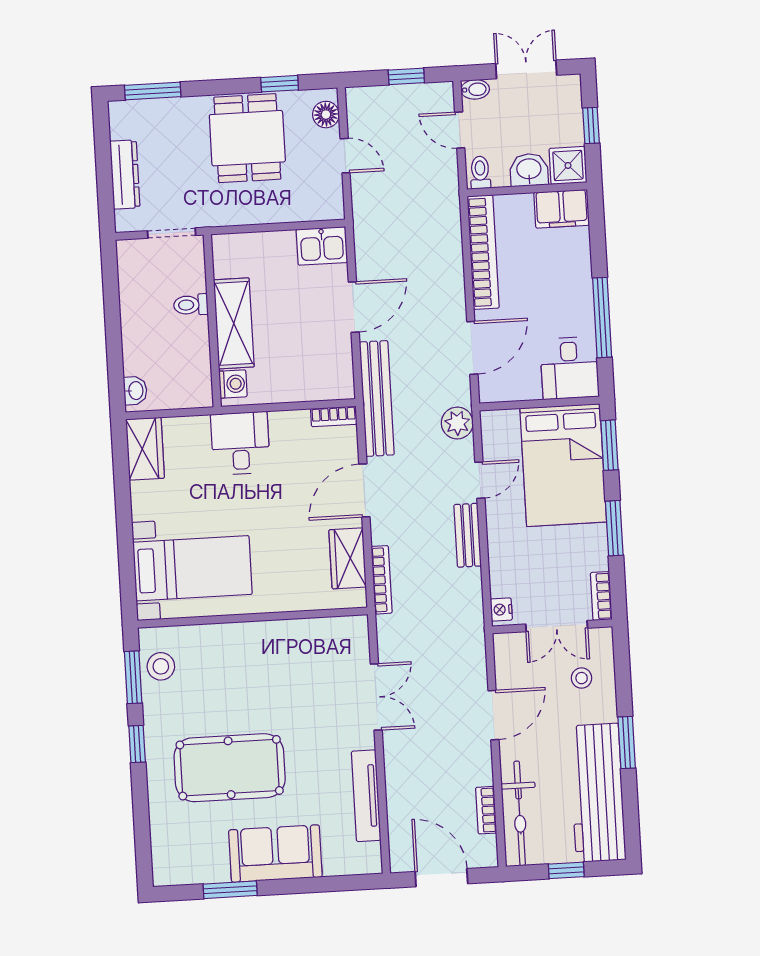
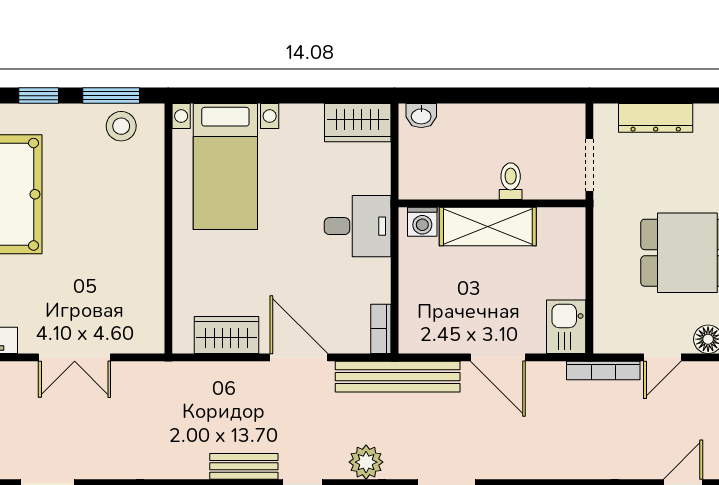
bookcase: (382, 580) -> (603, 371), moved

